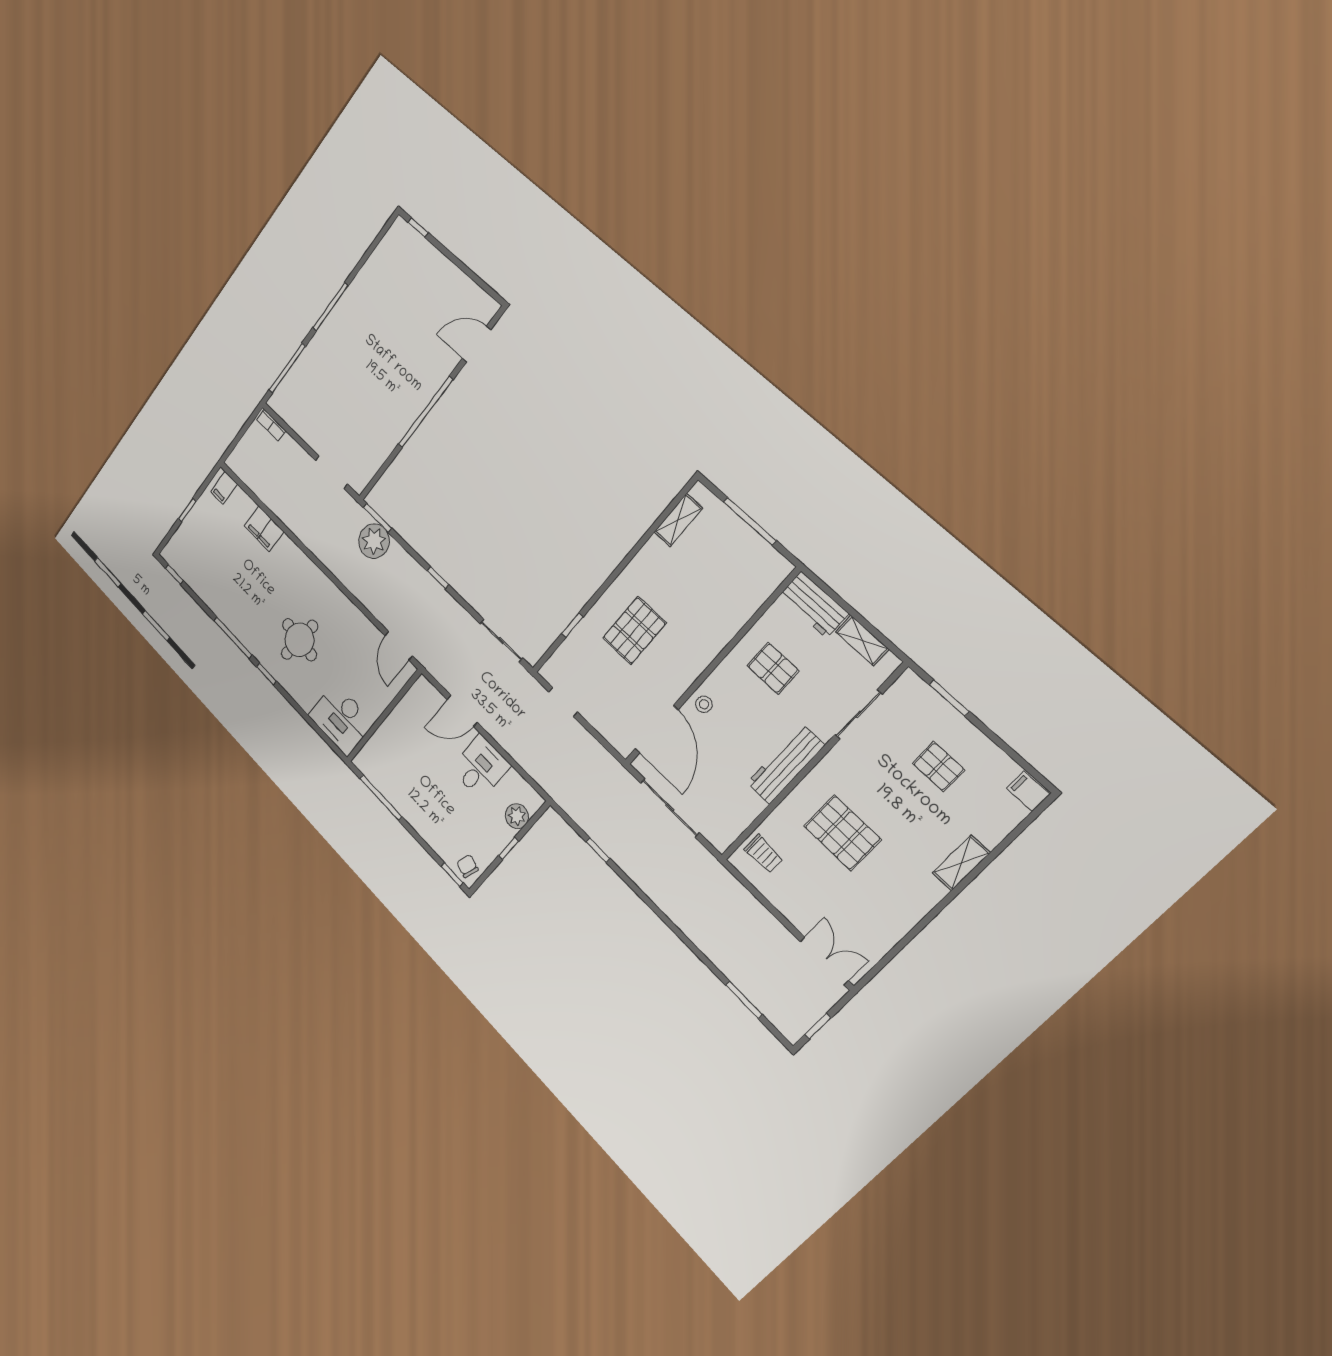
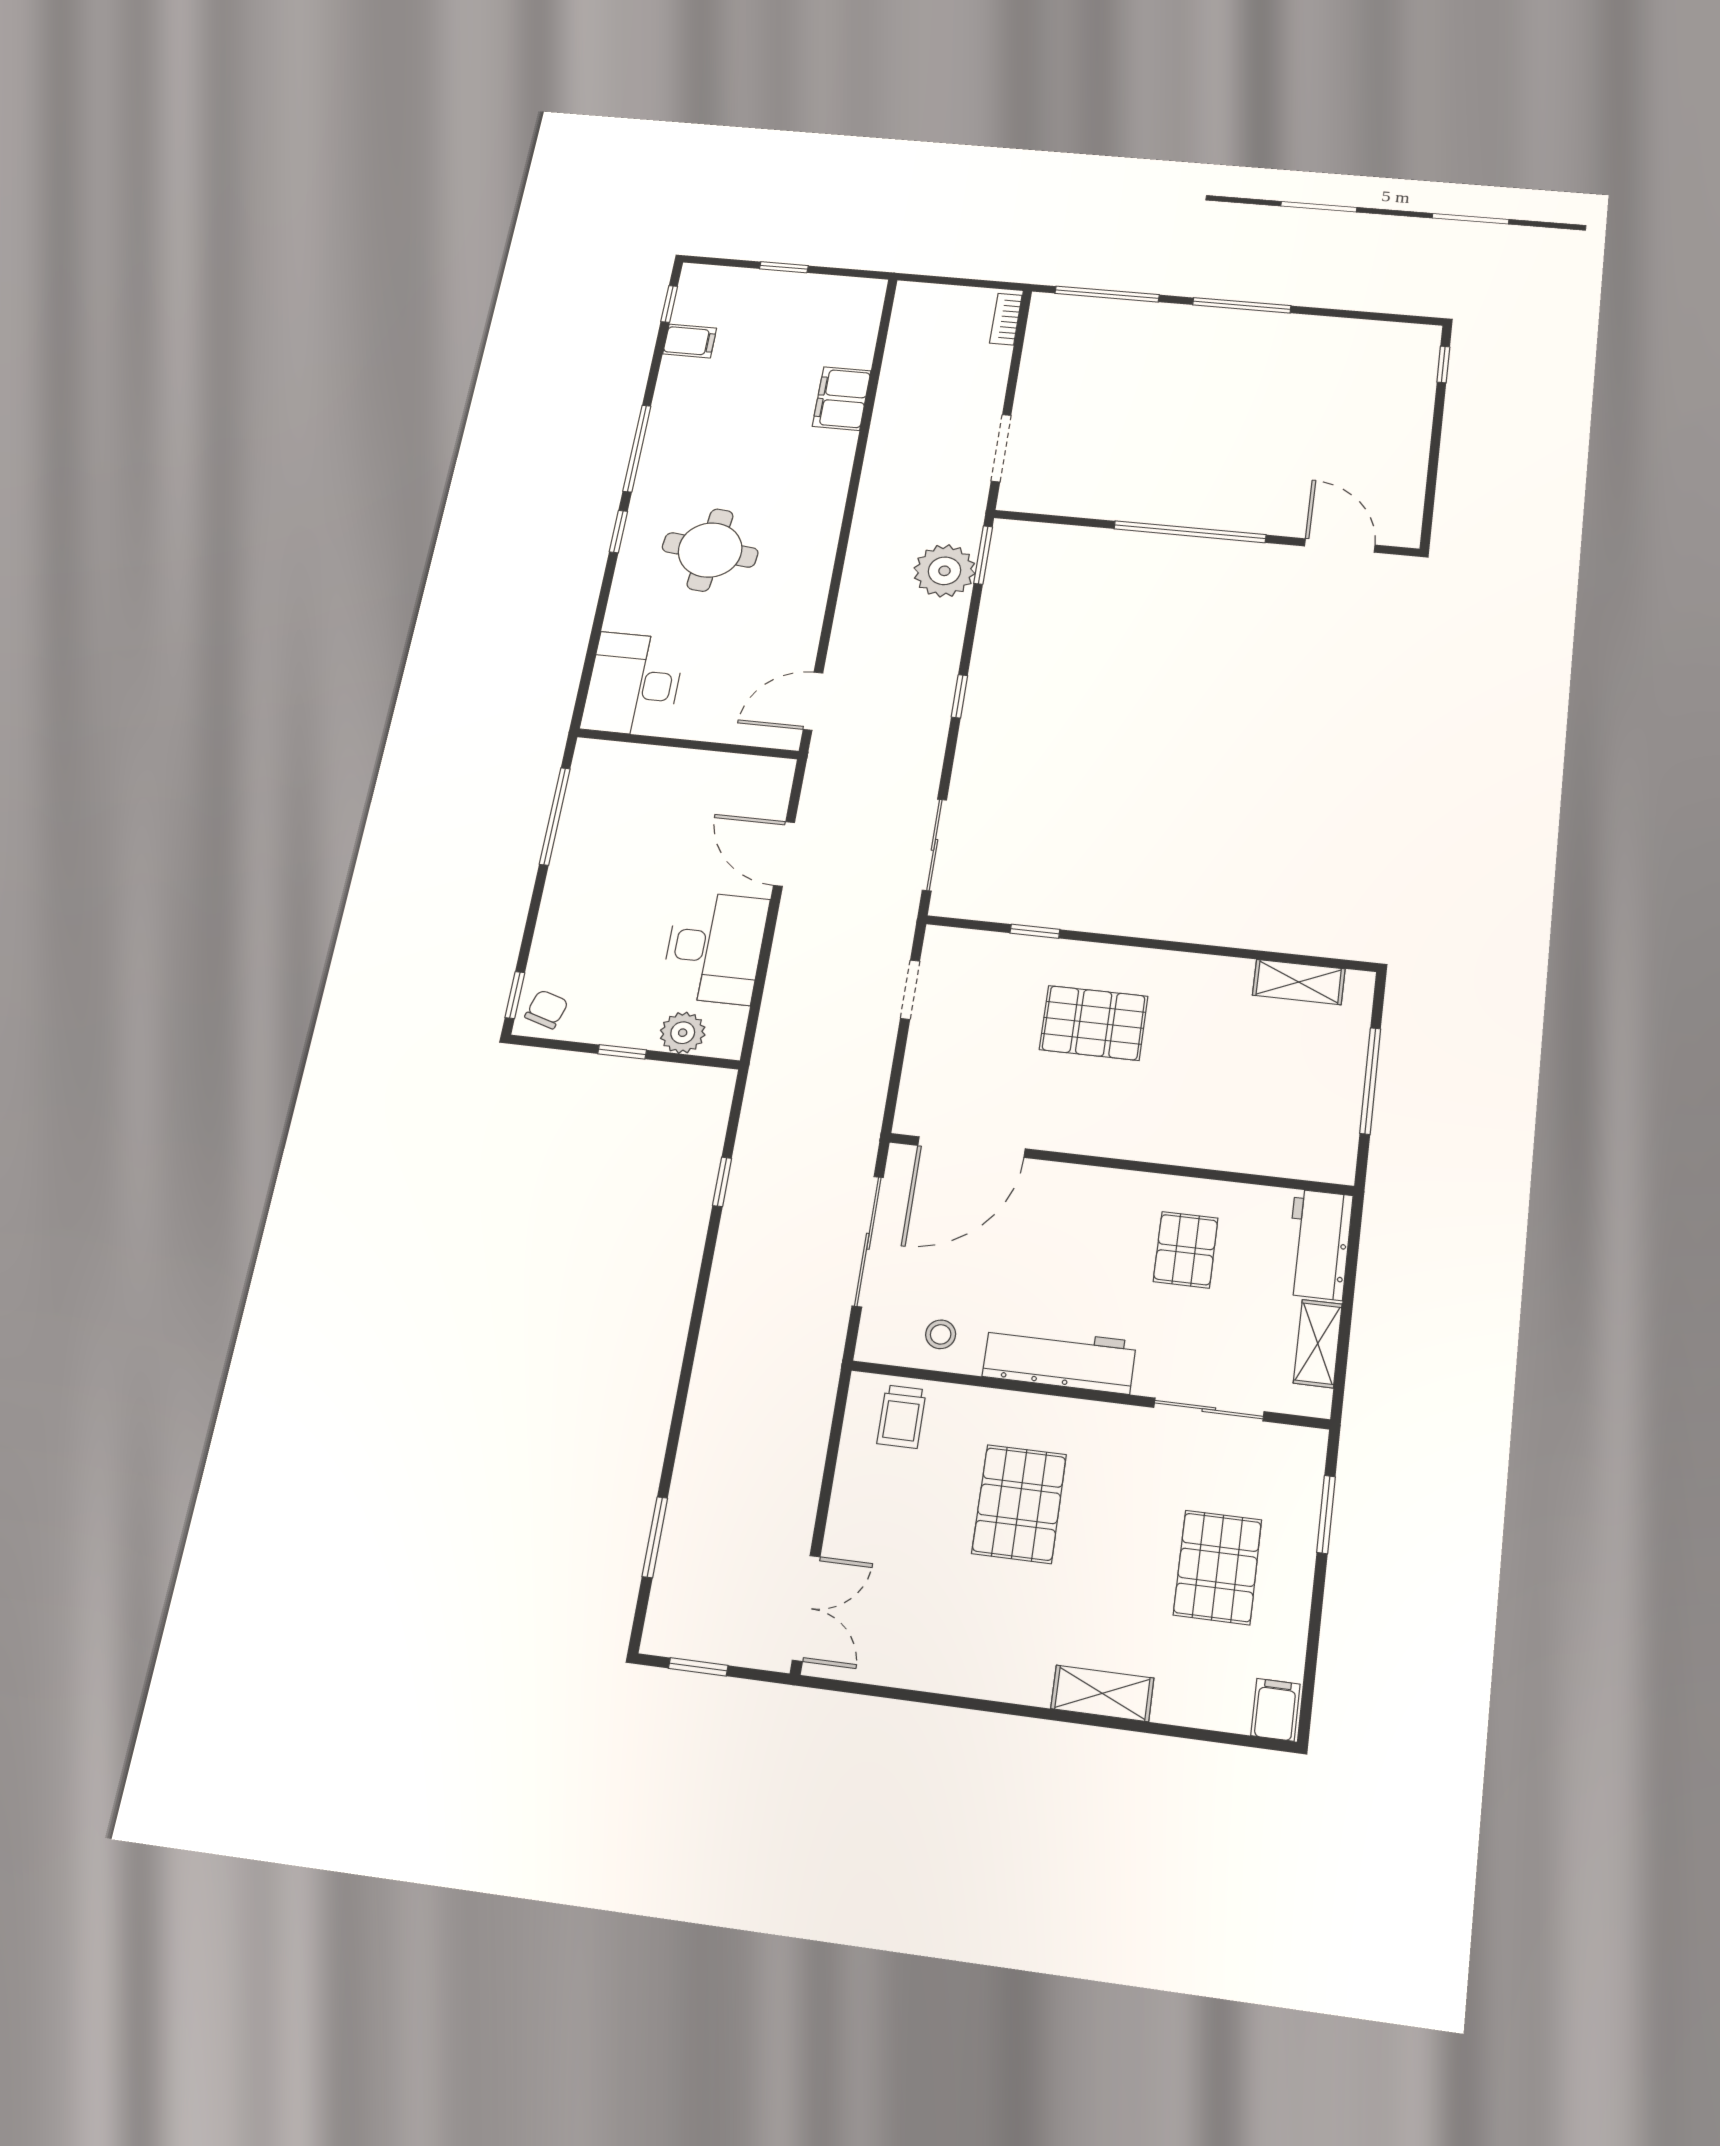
filing cabinet: (224, 488) -> (690, 341), moved, turned 180
stool: (704, 704) -> (941, 1334), moved
desk: (480, 767) -> (715, 947), width x1.37
pallet: (939, 767) -> (1218, 1567), width x1.50, depth x1.42

